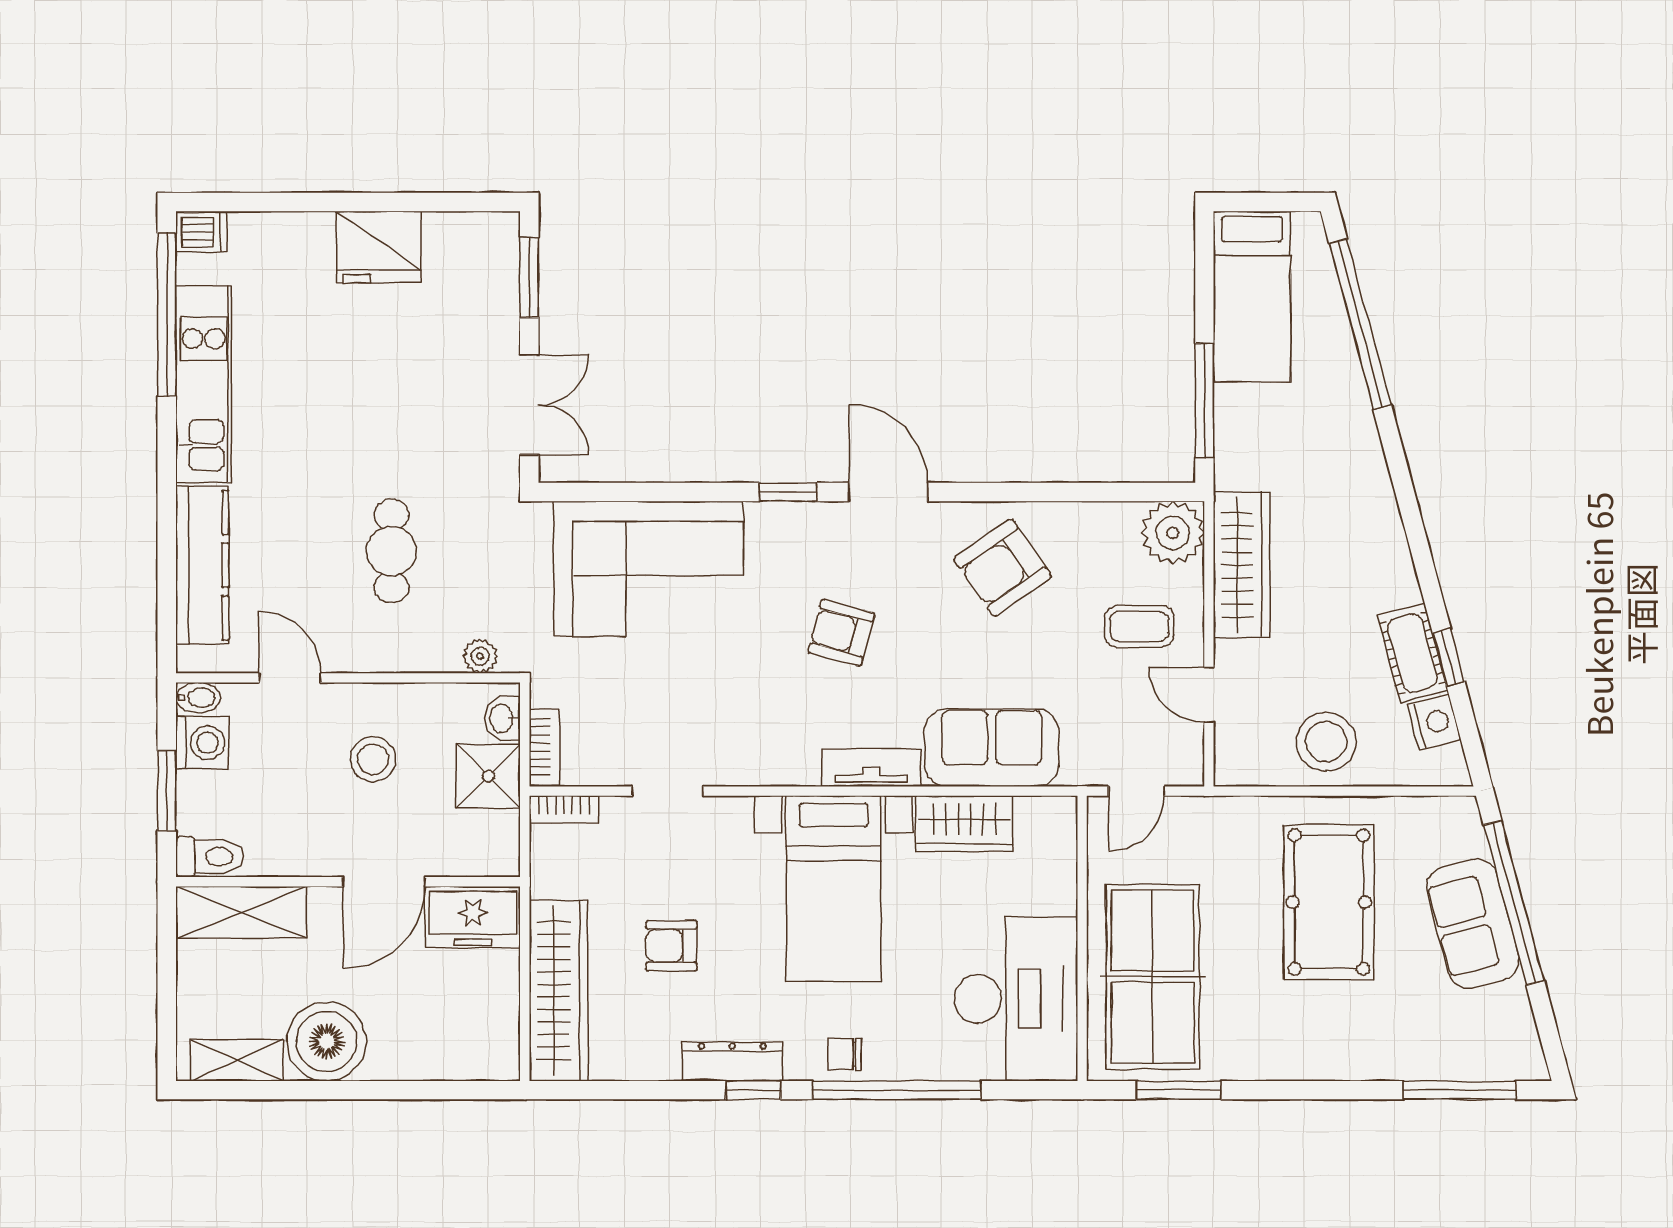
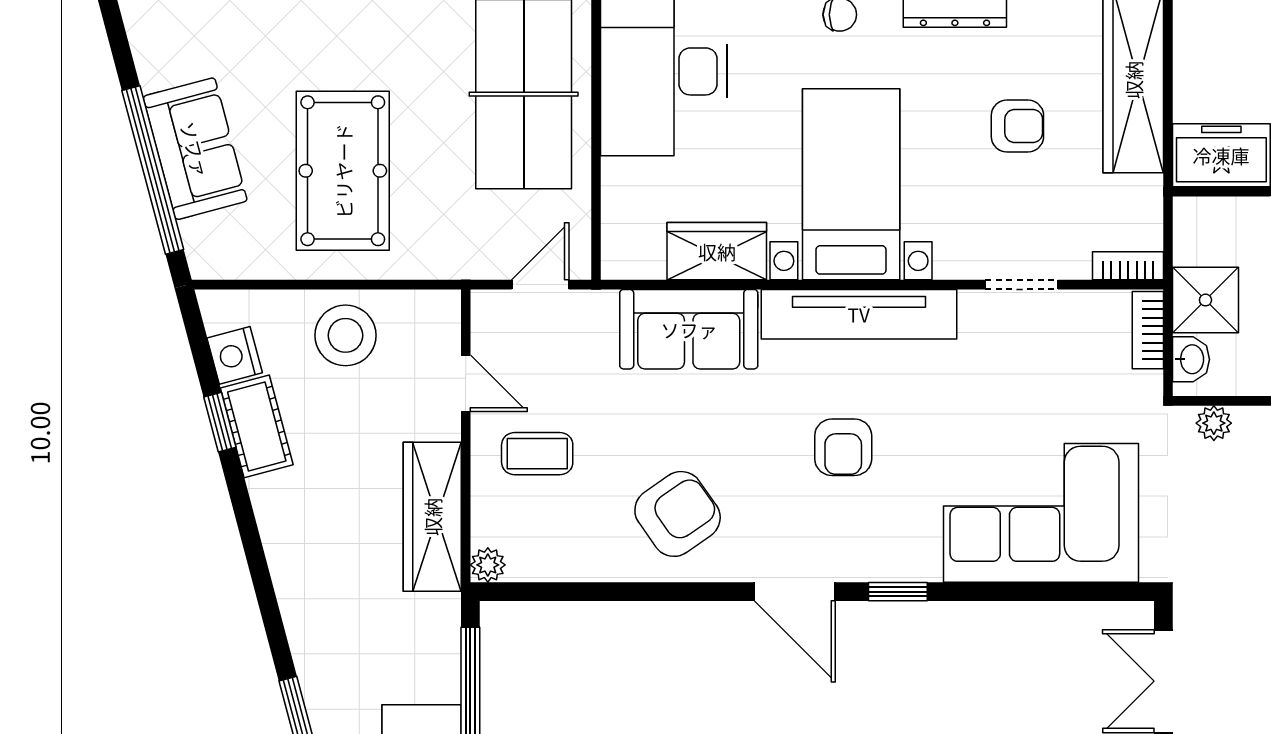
plant: (1173, 533) -> (488, 565), width x0.53, depth x0.53
armchair: (841, 633) -> (843, 447), turned 75
tv unit: (871, 768) -> (859, 314), width x1.92, depth x1.29

